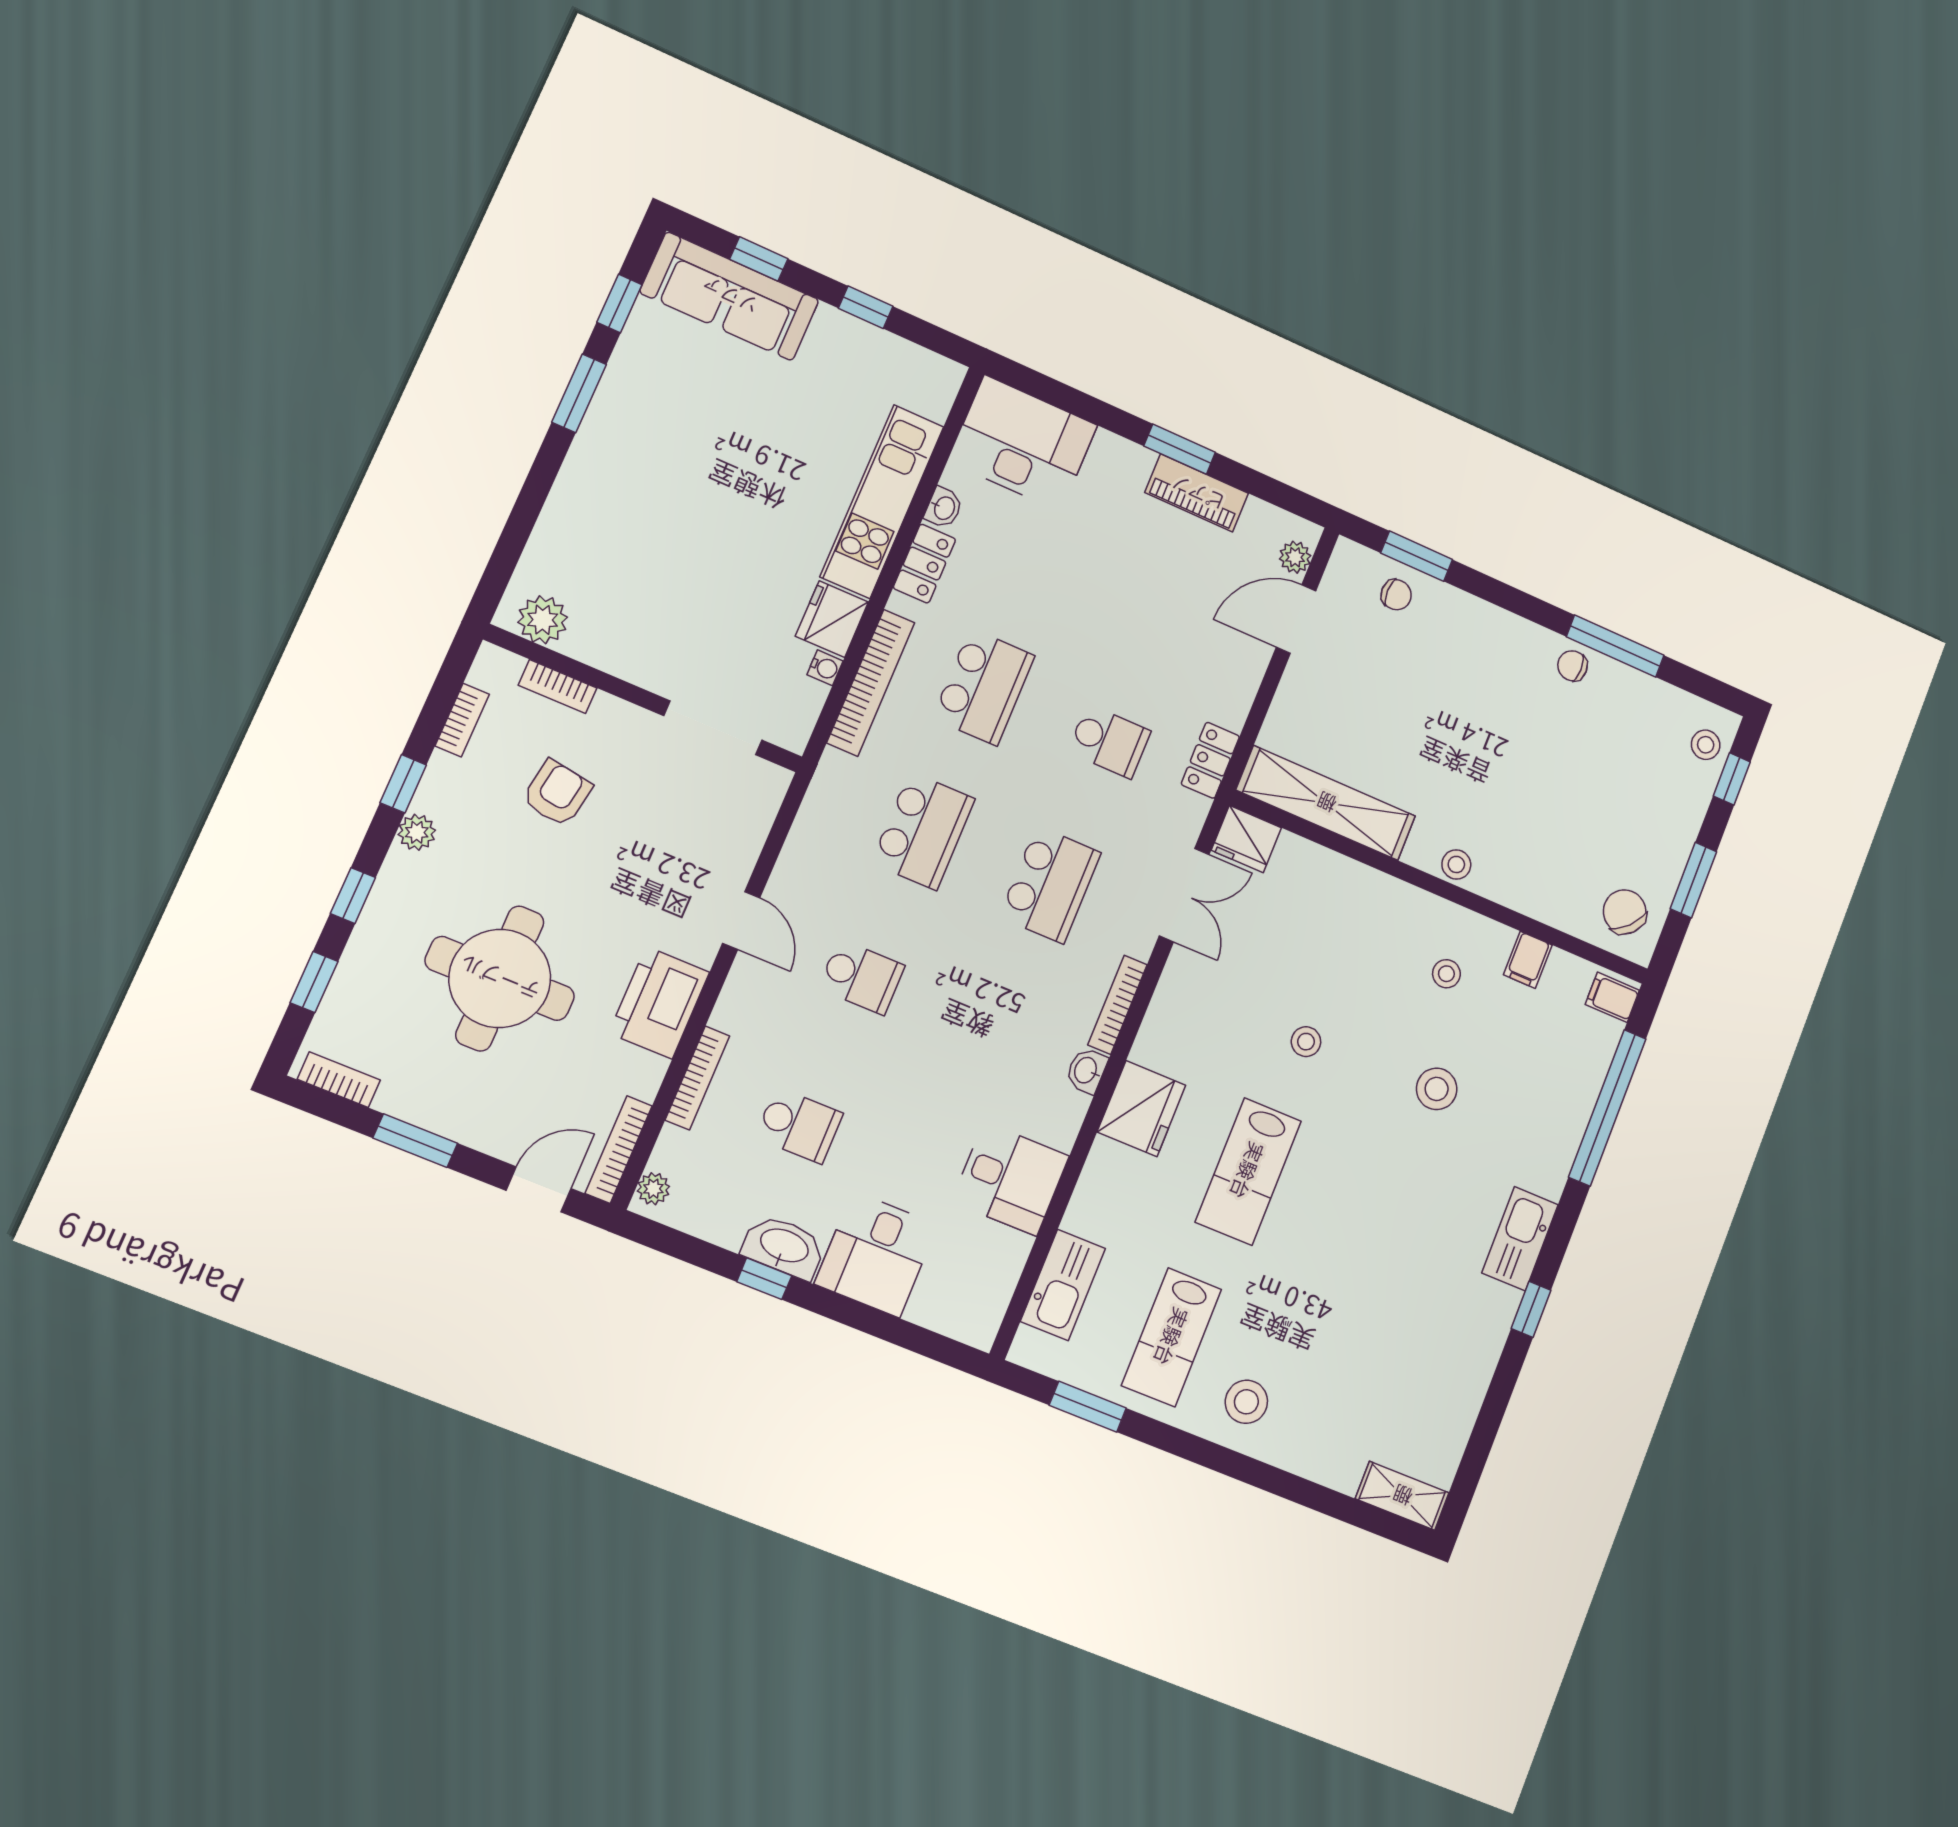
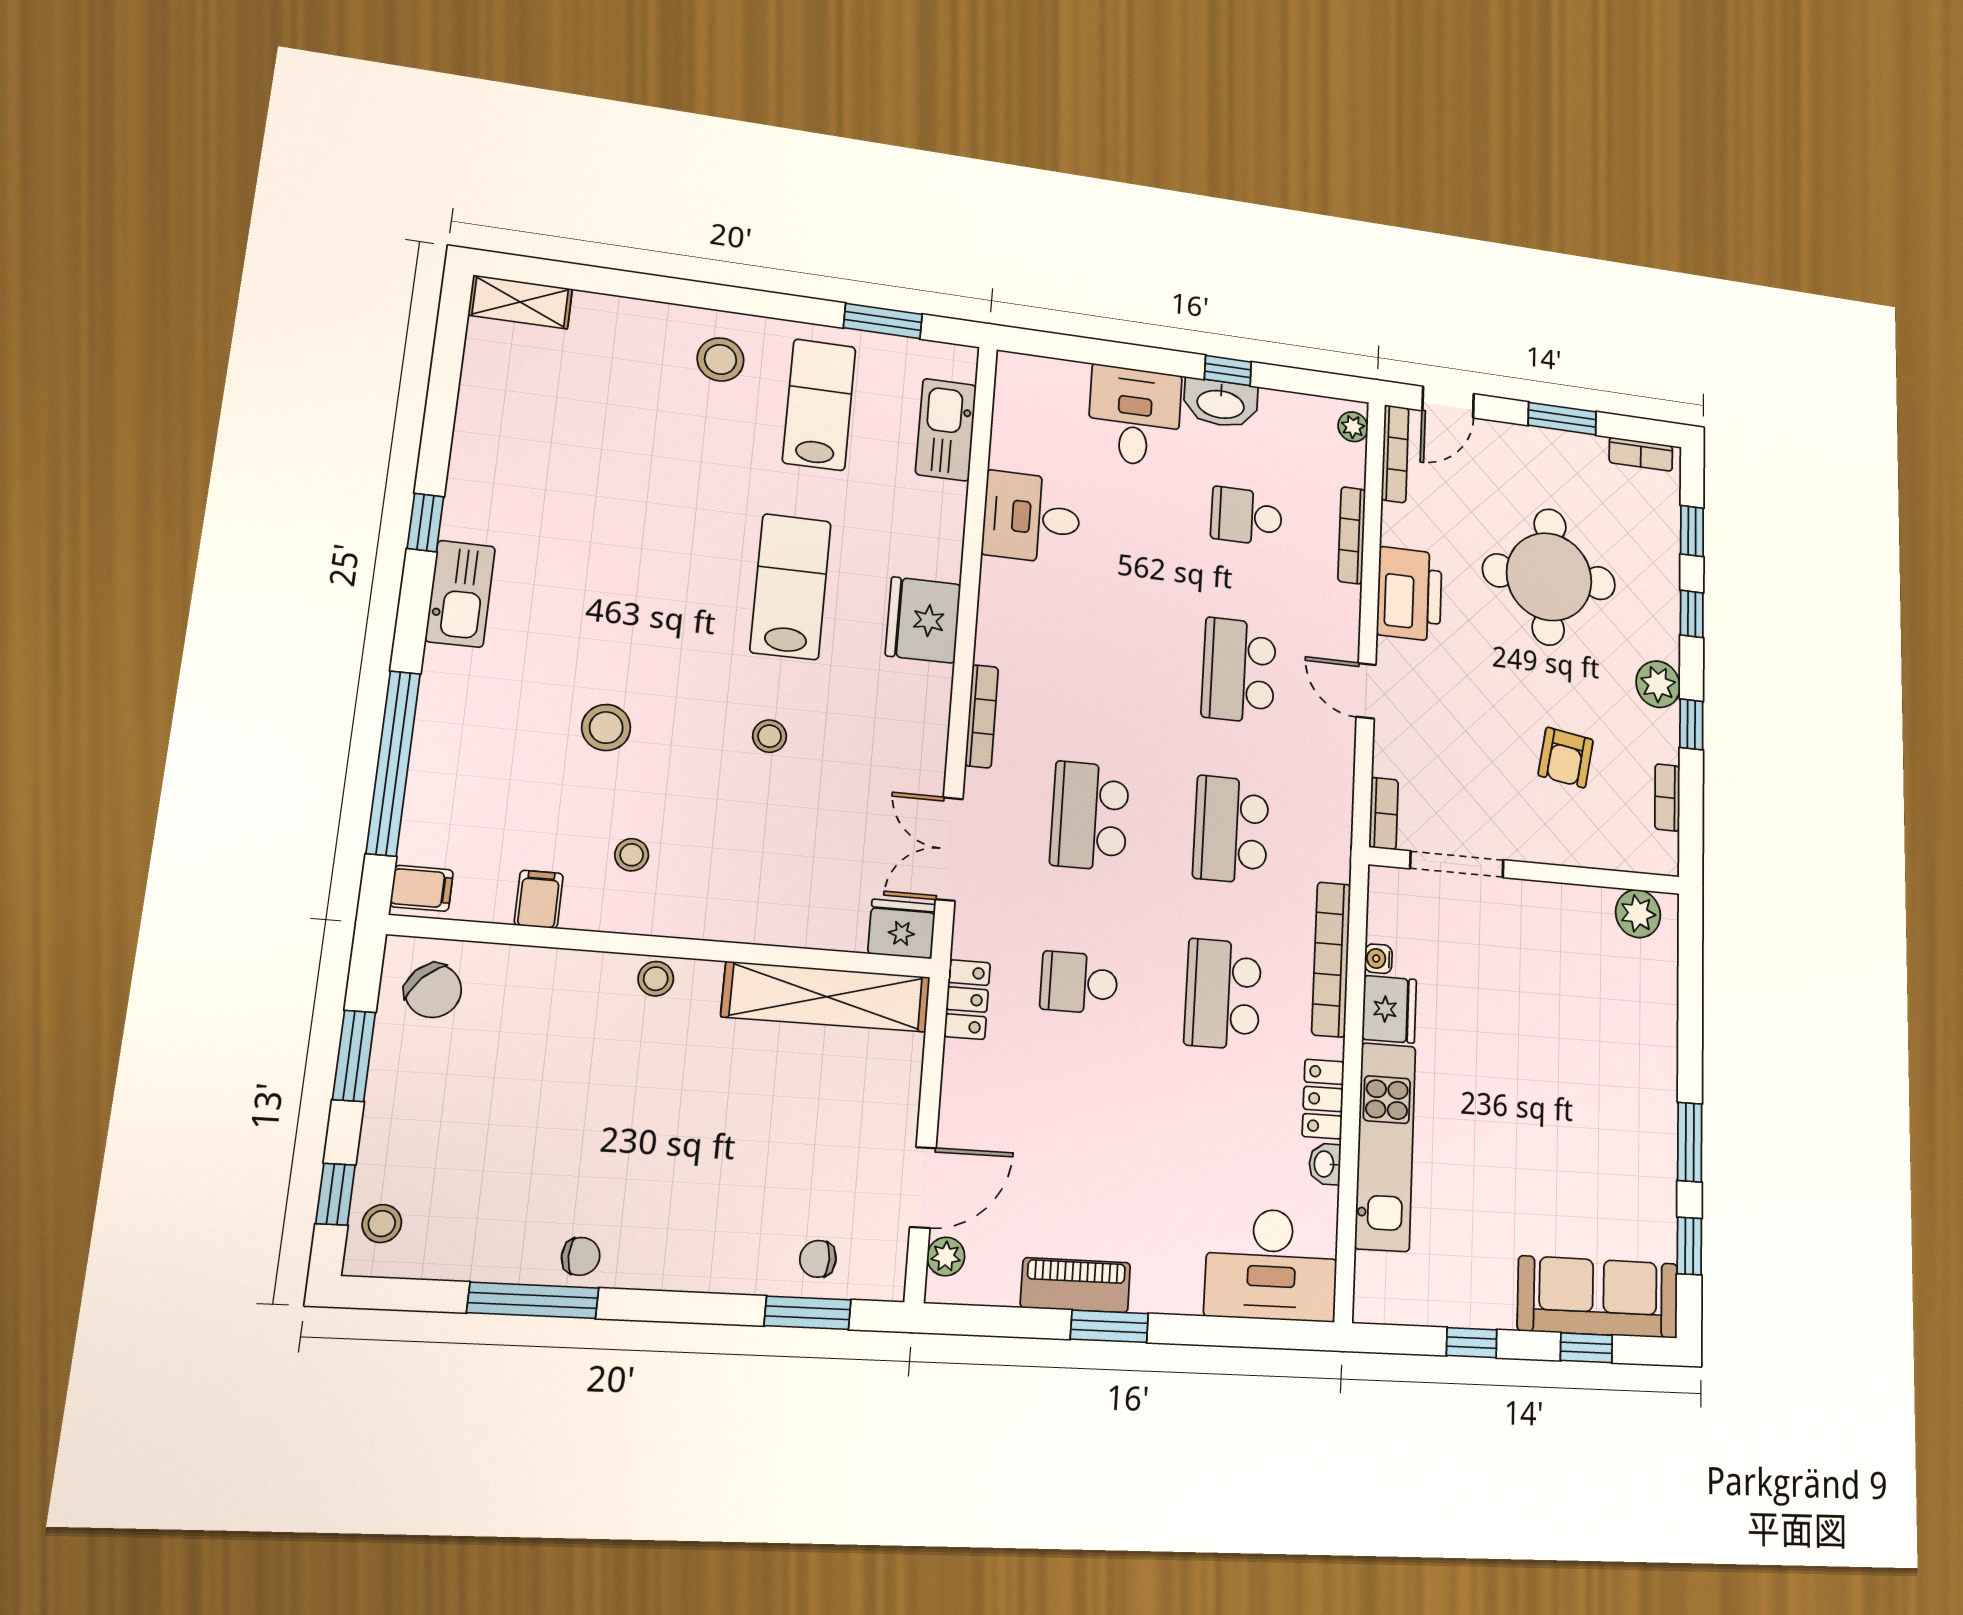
bookcase: (558, 687) -> (1384, 813), moved, turned 90
plant: (417, 832) -> (1658, 684), width x1.38, depth x1.38
school desk: (862, 977) -> (1239, 671), width x1.85
washbasin: (1086, 1071) -> (992, 642), removed

